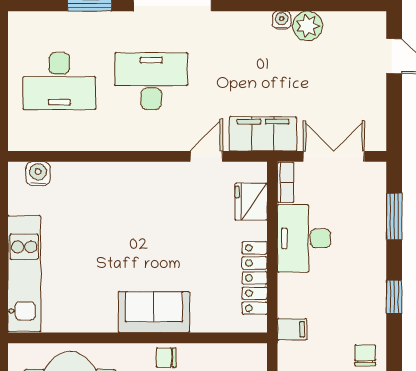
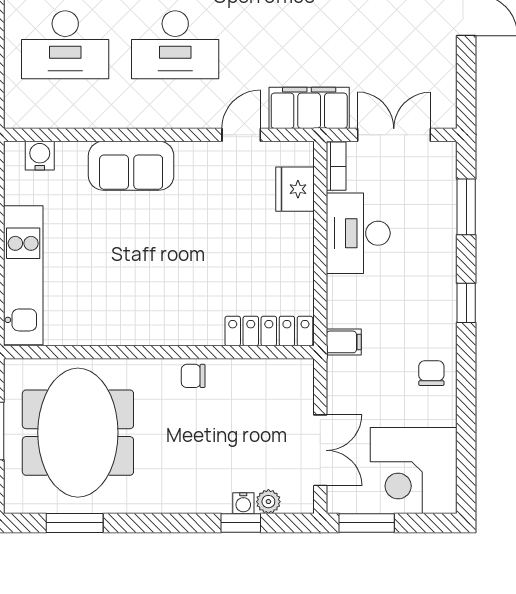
desk: (151, 81) -> (175, 45), turned 180
locker: (255, 278) -> (269, 331), moved, turned 90
sofa: (154, 312) -> (131, 166), moved, turned 180

